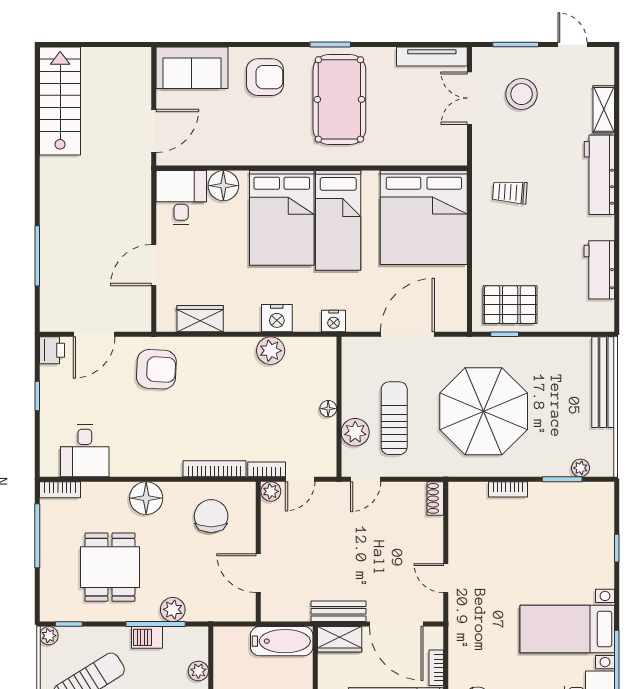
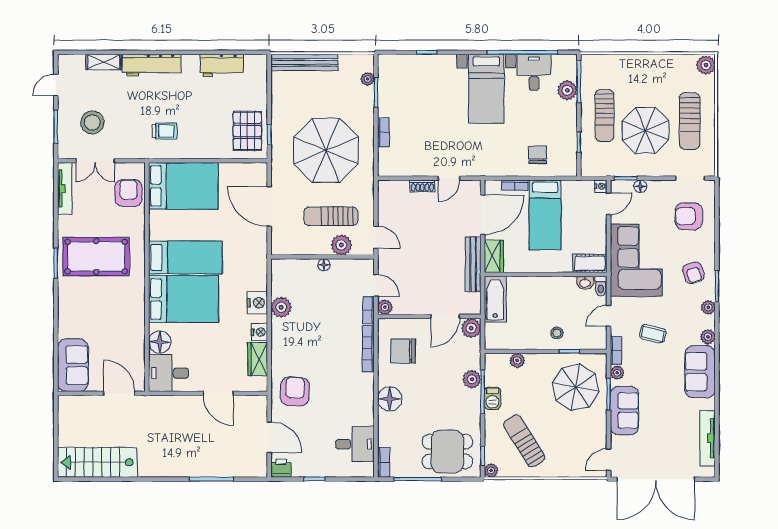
armchair: (265, 77) -> (128, 193), moved
trolley: (510, 192) -> (165, 131), turned -94
bed: (424, 218) -> (183, 186), width x0.73
nightstand: (334, 321) -> (259, 332), moved
shoe rack: (435, 498) -> (422, 186), moved
dining table: (110, 567) -> (447, 451), moved
plant: (242, 608) -> (471, 328), added
bench: (339, 611) -> (473, 264), width x1.36

